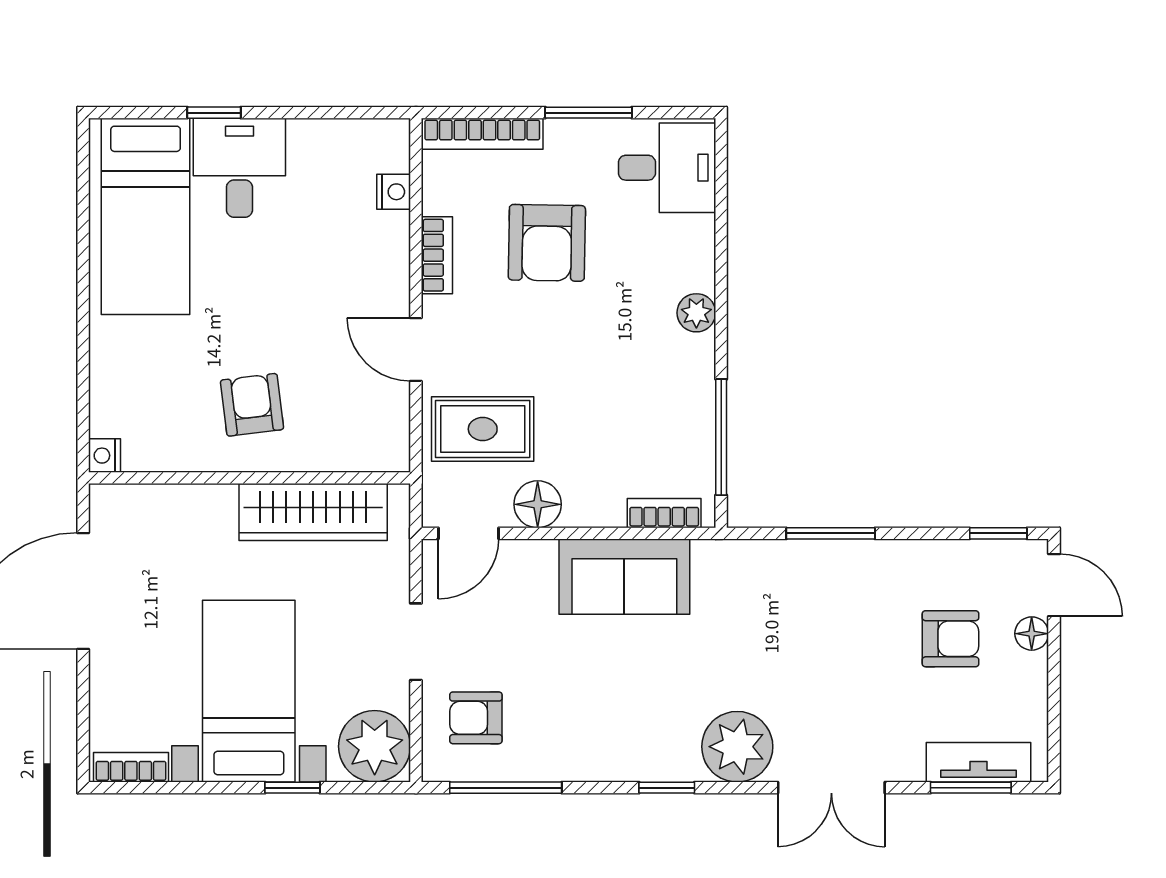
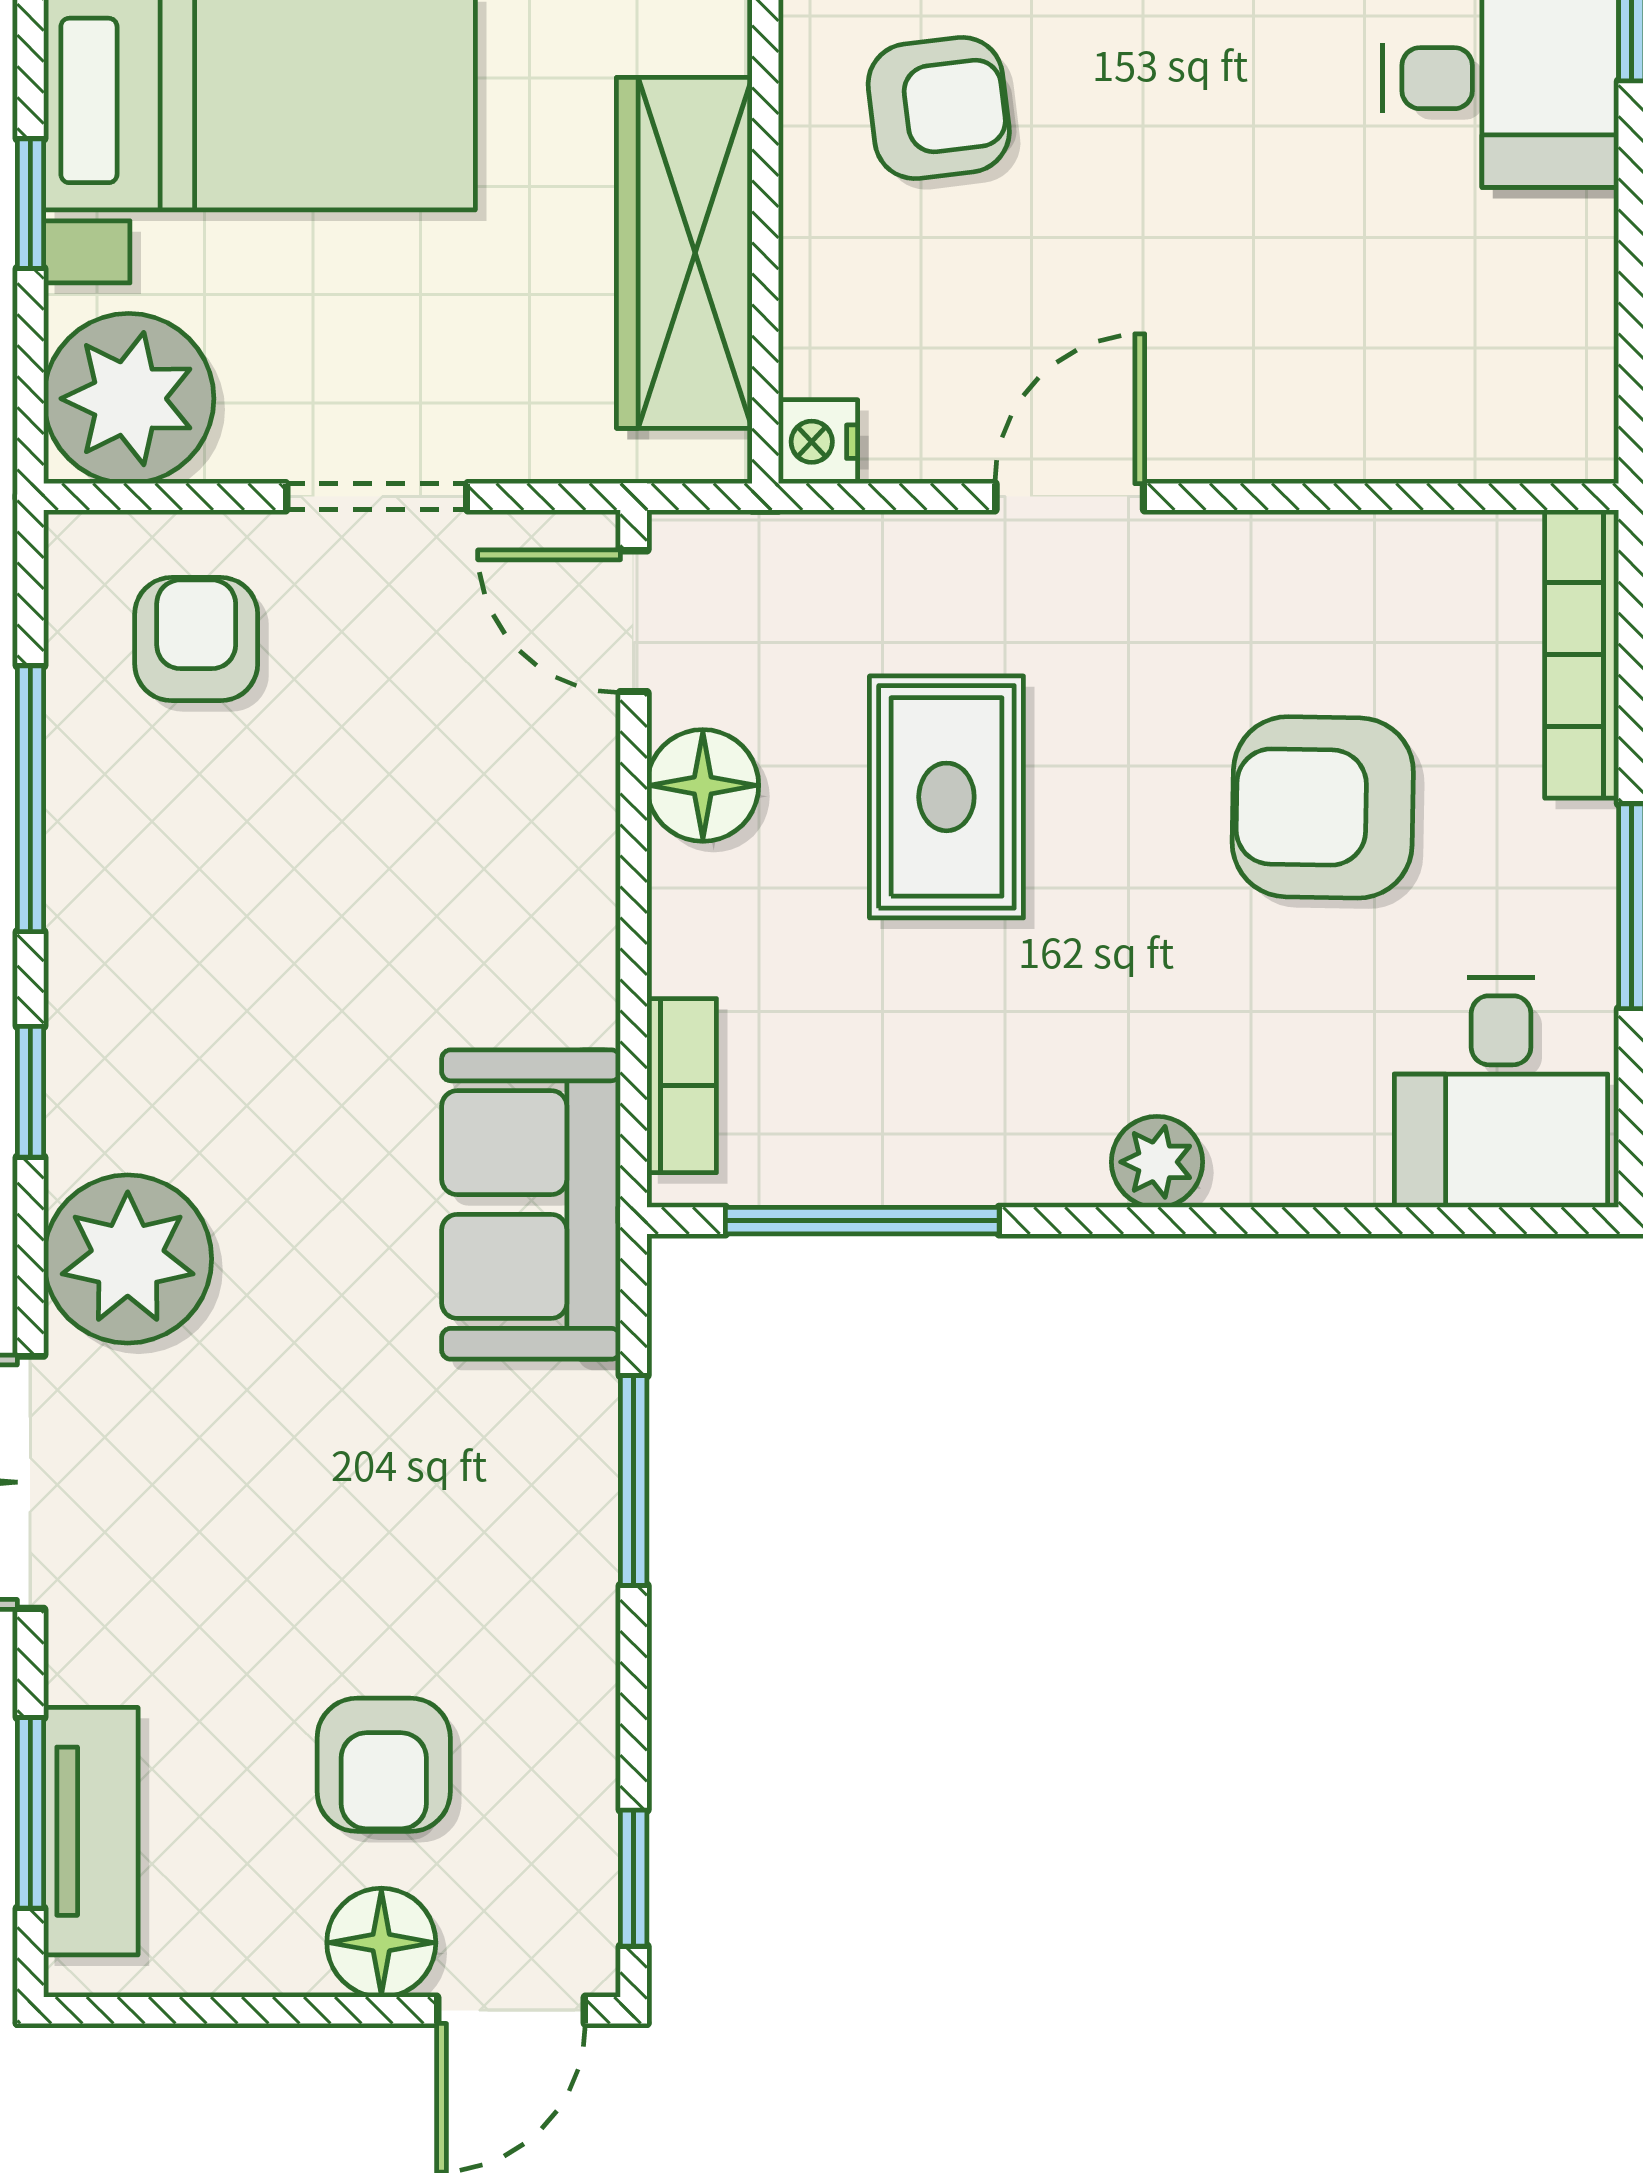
nightstand: (394, 192) -> (818, 442), moved, turned 90
bookcase: (437, 255) -> (1294, 547), removed
rug: (483, 429) -> (946, 797), moved
sofa: (624, 577) -> (531, 1205), moved
floor lamp: (1032, 634) -> (381, 1943), width x1.37, depth x1.37
window: (506, 788) -> (30, 799), moved

